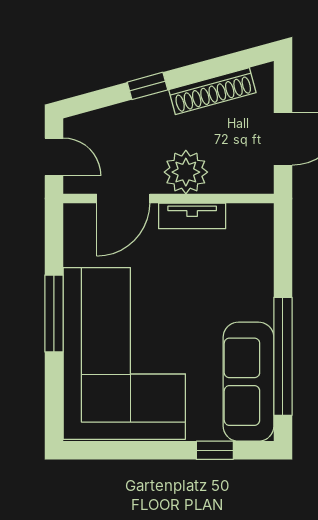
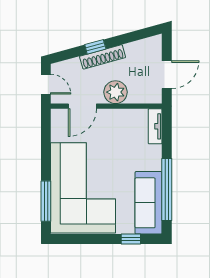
shoe rack: (212, 91) -> (103, 57), moved
tv unit: (192, 216) -> (155, 126), moved, turned 90
window: (54, 313) -> (46, 201), moved

